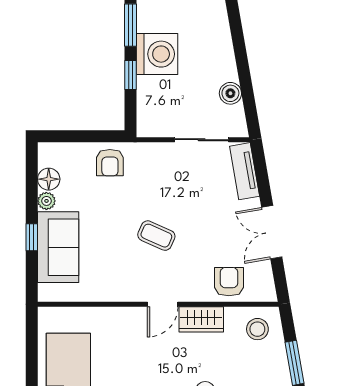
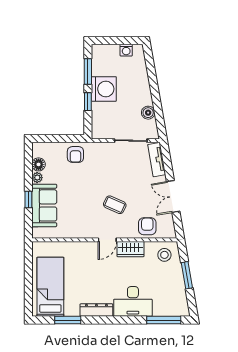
coffee table: (156, 236) -> (115, 205), moved

